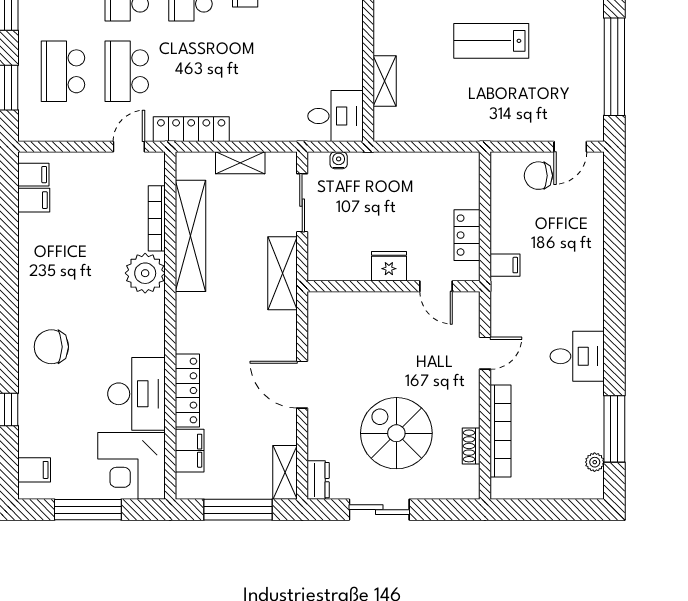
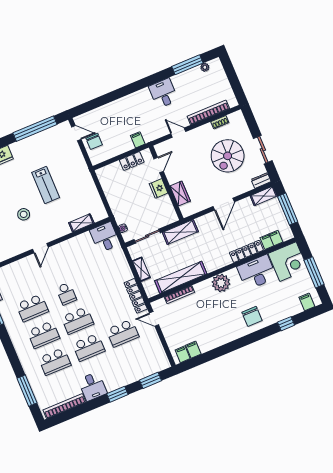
school desk: (63, 71) -> (134, 360), removed
plant: (145, 273) -> (221, 283), moved
wardrobe: (360, 305) -> (180, 193), added

